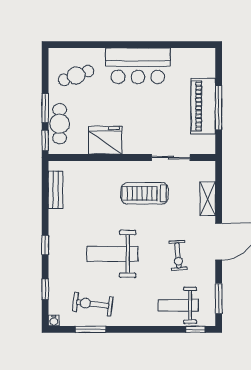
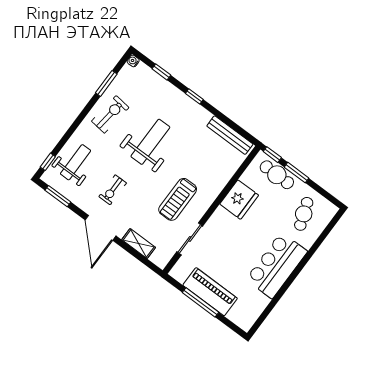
bench: (56, 190) -> (230, 135), width x1.36
treadmill: (145, 193) -> (178, 199), turned 180
exercise bike: (178, 256) -> (113, 190), turned -85
exercise bike: (93, 304) -> (110, 114), moved

